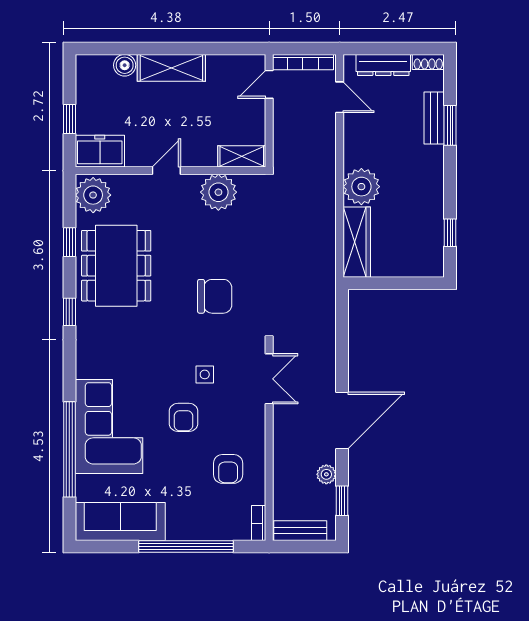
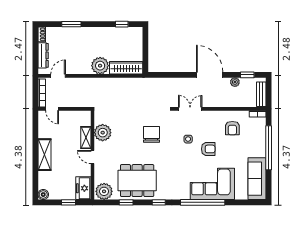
boiler: (125, 65) -> (43, 195), moved
bench: (434, 118) -> (68, 32), removed
shelving: (242, 156) -> (86, 138), moved
window: (69, 449) -> (203, 202), moved
armchair: (228, 469) -> (232, 128), turned 90

